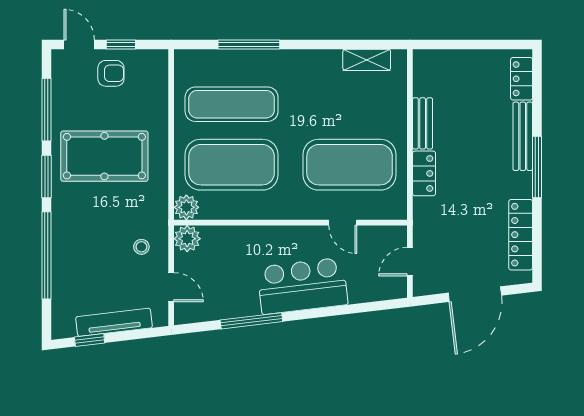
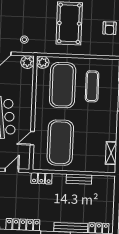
exercise mat: (232, 104) -> (92, 86), width x0.73, depth x0.69
locker: (424, 173) -> (41, 178), moved
door: (410, 262) -> (12, 170), hinge flipped

